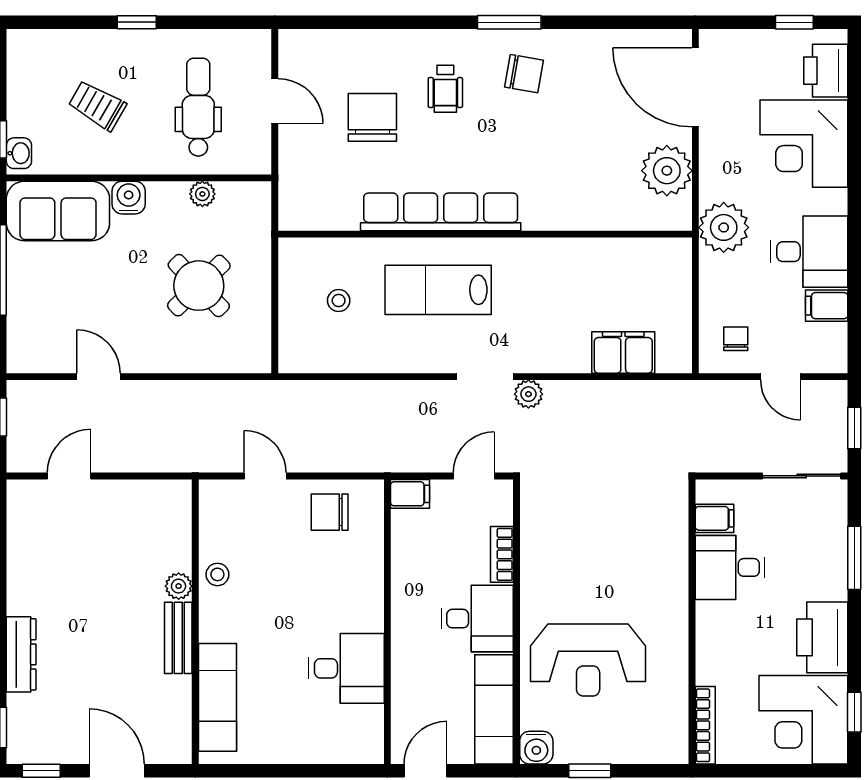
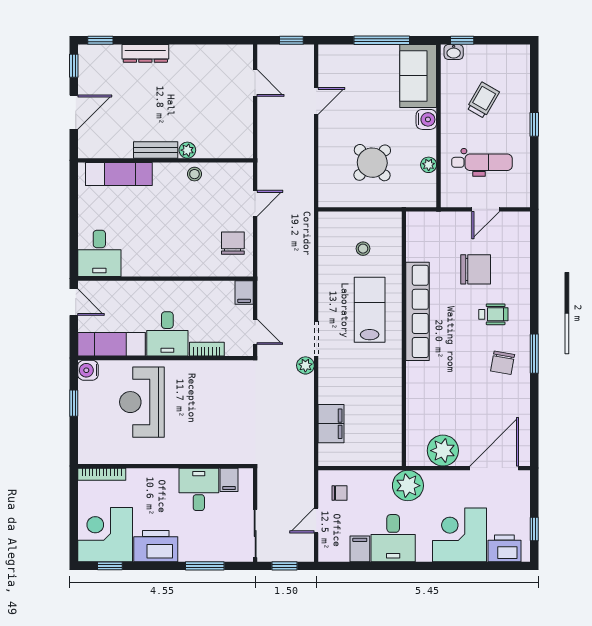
wheelchair: (445, 89) -> (493, 314), turned 180
desk: (346, 668) -> (99, 253), moved

